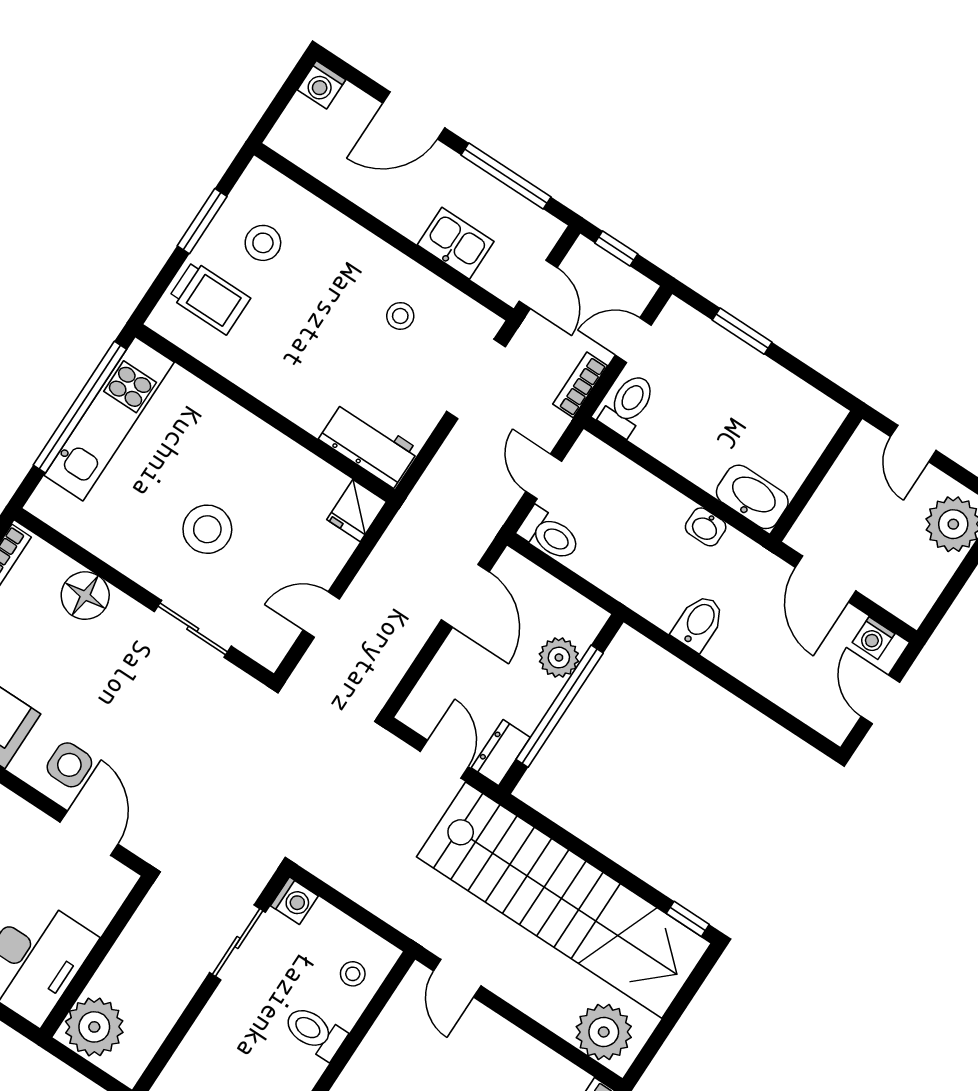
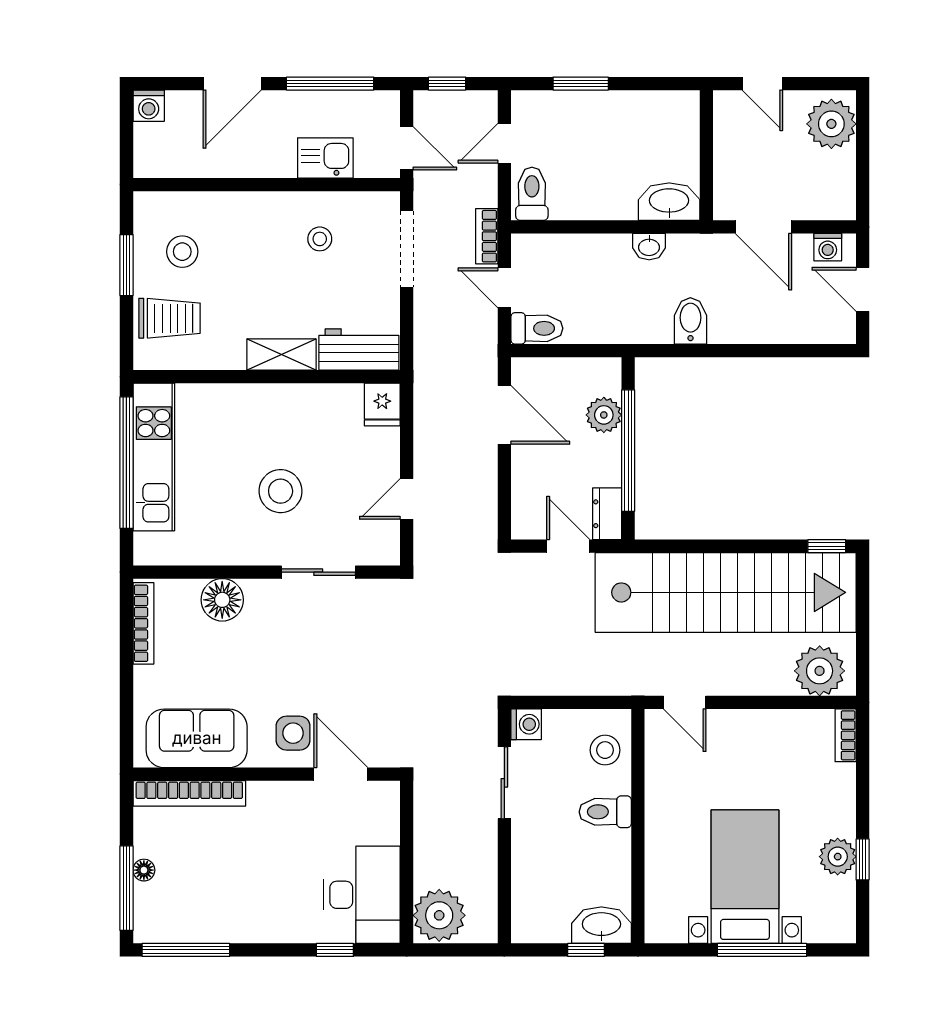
bookcase: (580, 385) -> (487, 236), moved
shelving: (293, 401) -> (281, 355), added
stool: (353, 974) -> (605, 750), width x1.37, depth x1.37

